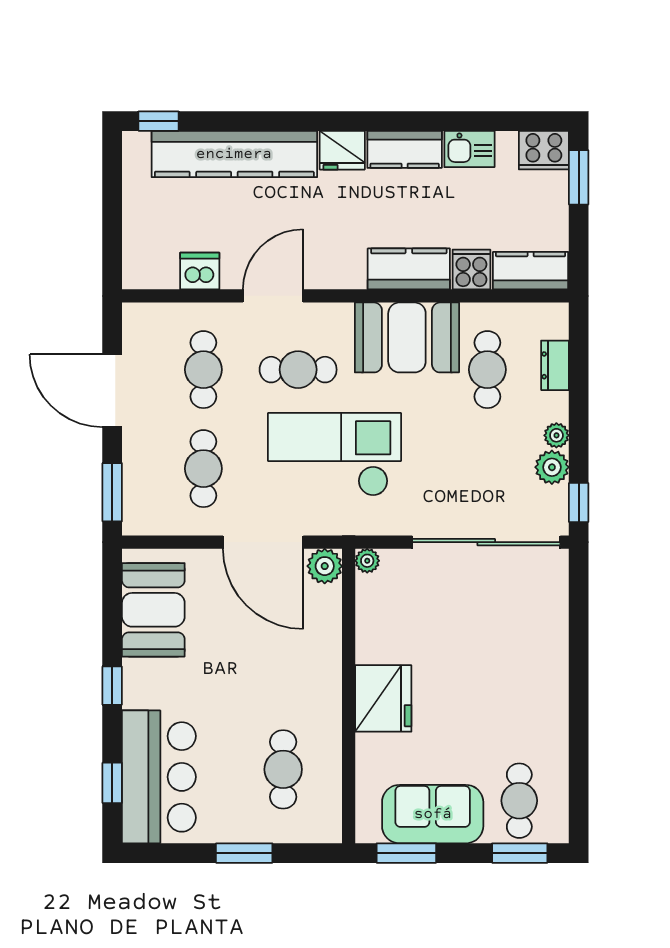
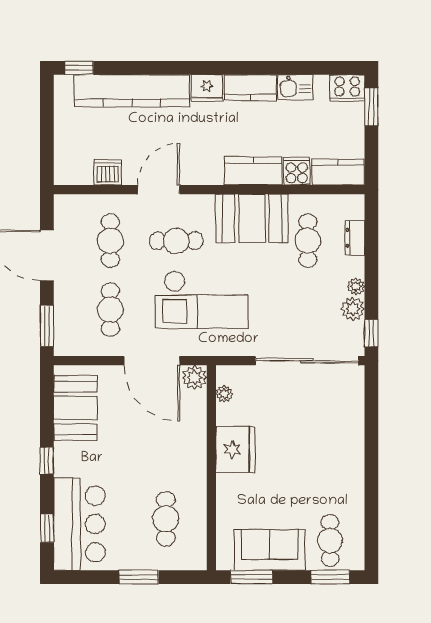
checkout: (334, 454) -> (201, 300), turned 180
plant: (367, 561) -> (224, 394), moved
fridge: (383, 698) -> (235, 449), moved

